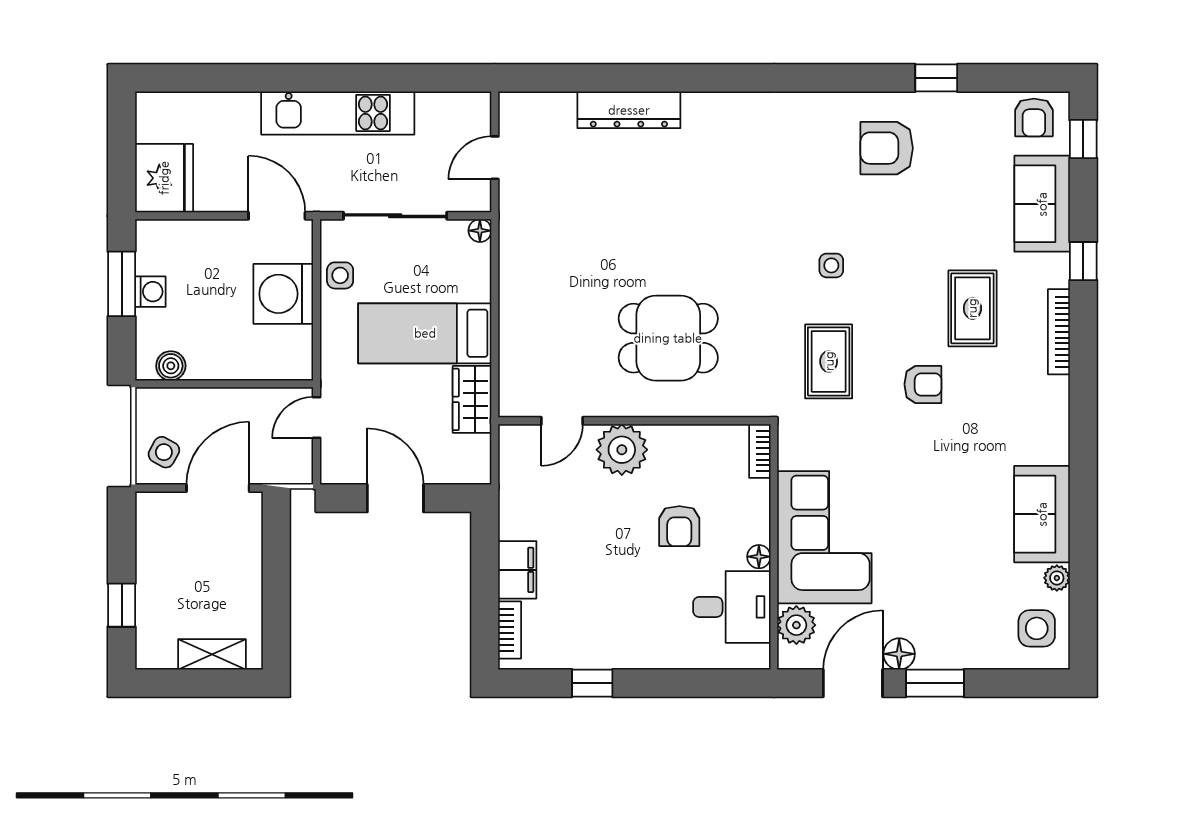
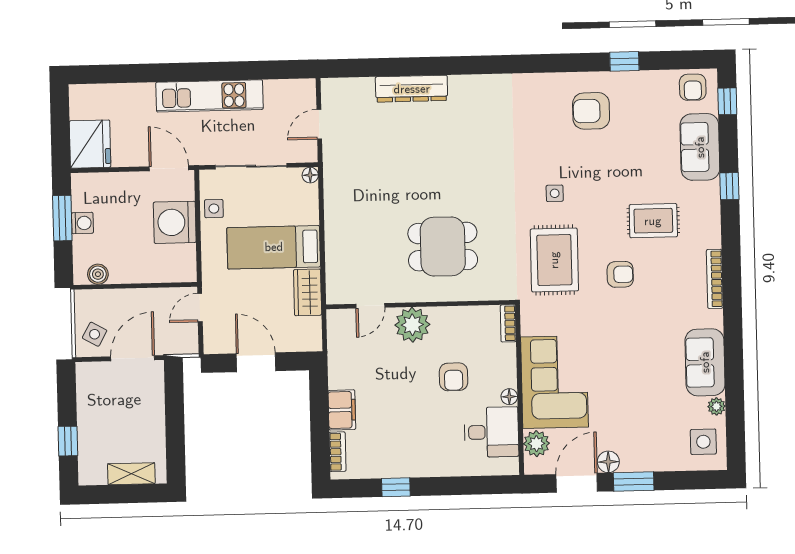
rug: (972, 308) -> (653, 221), turned 90
bookcase: (1059, 332) -> (715, 279), moved
rug: (829, 361) -> (554, 260), width x1.36, depth x1.43

